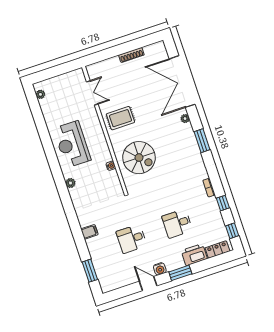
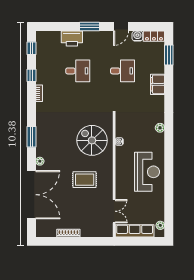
row of seats: (65, 80) -> (135, 231), added
double door: (92, 93) -> (114, 211), swing flipped
rug: (120, 118) -> (85, 180), moved
plant: (70, 183) -> (160, 128), moved
filing cabinet: (89, 232) -> (158, 84), width x2.00
locker: (217, 249) -> (154, 36), moved
water cooler: (160, 269) -> (137, 36), moved
door: (148, 284) -> (121, 26), hinge flipped

